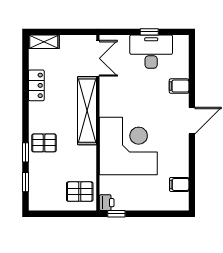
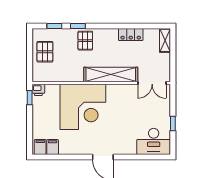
desk: (151, 52) -> (154, 141), moved, turned 90
filing cabinet: (179, 86) -> (40, 147), moved
pallet: (80, 192) -> (45, 52), moved

